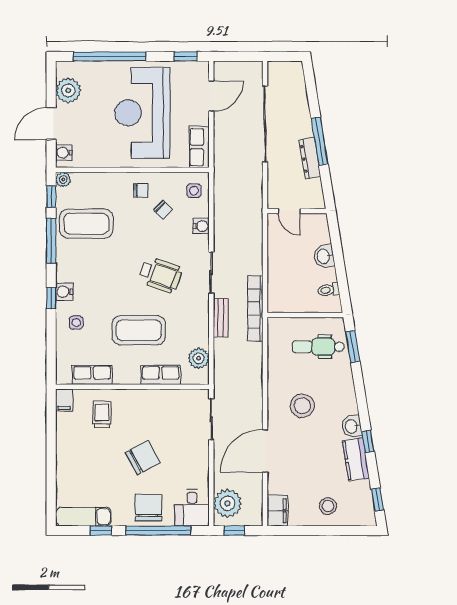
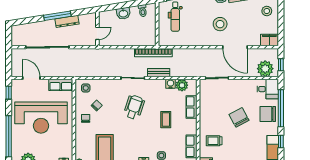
water cooler: (201, 226) -> (170, 84), moved
coffee table: (139, 330) -> (166, 120), width x0.54, depth x0.58
stool: (302, 406) -> (220, 24), moved

